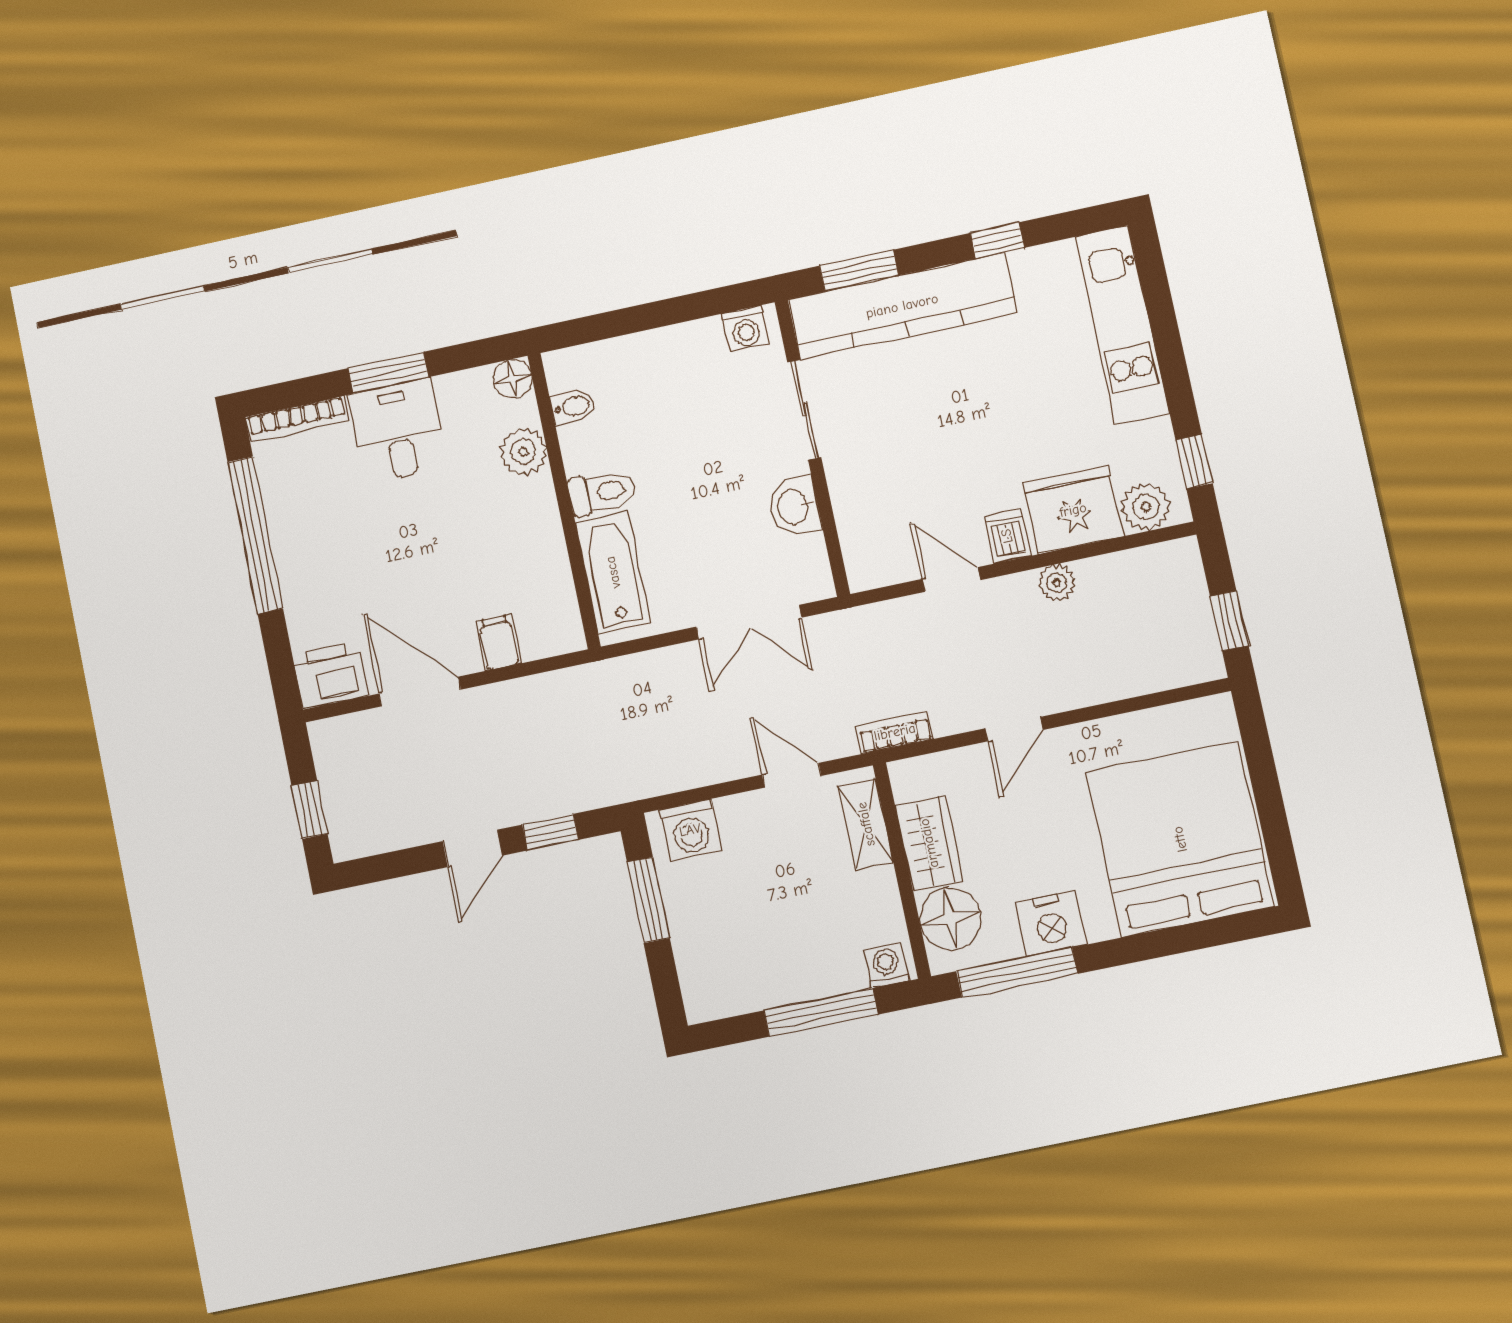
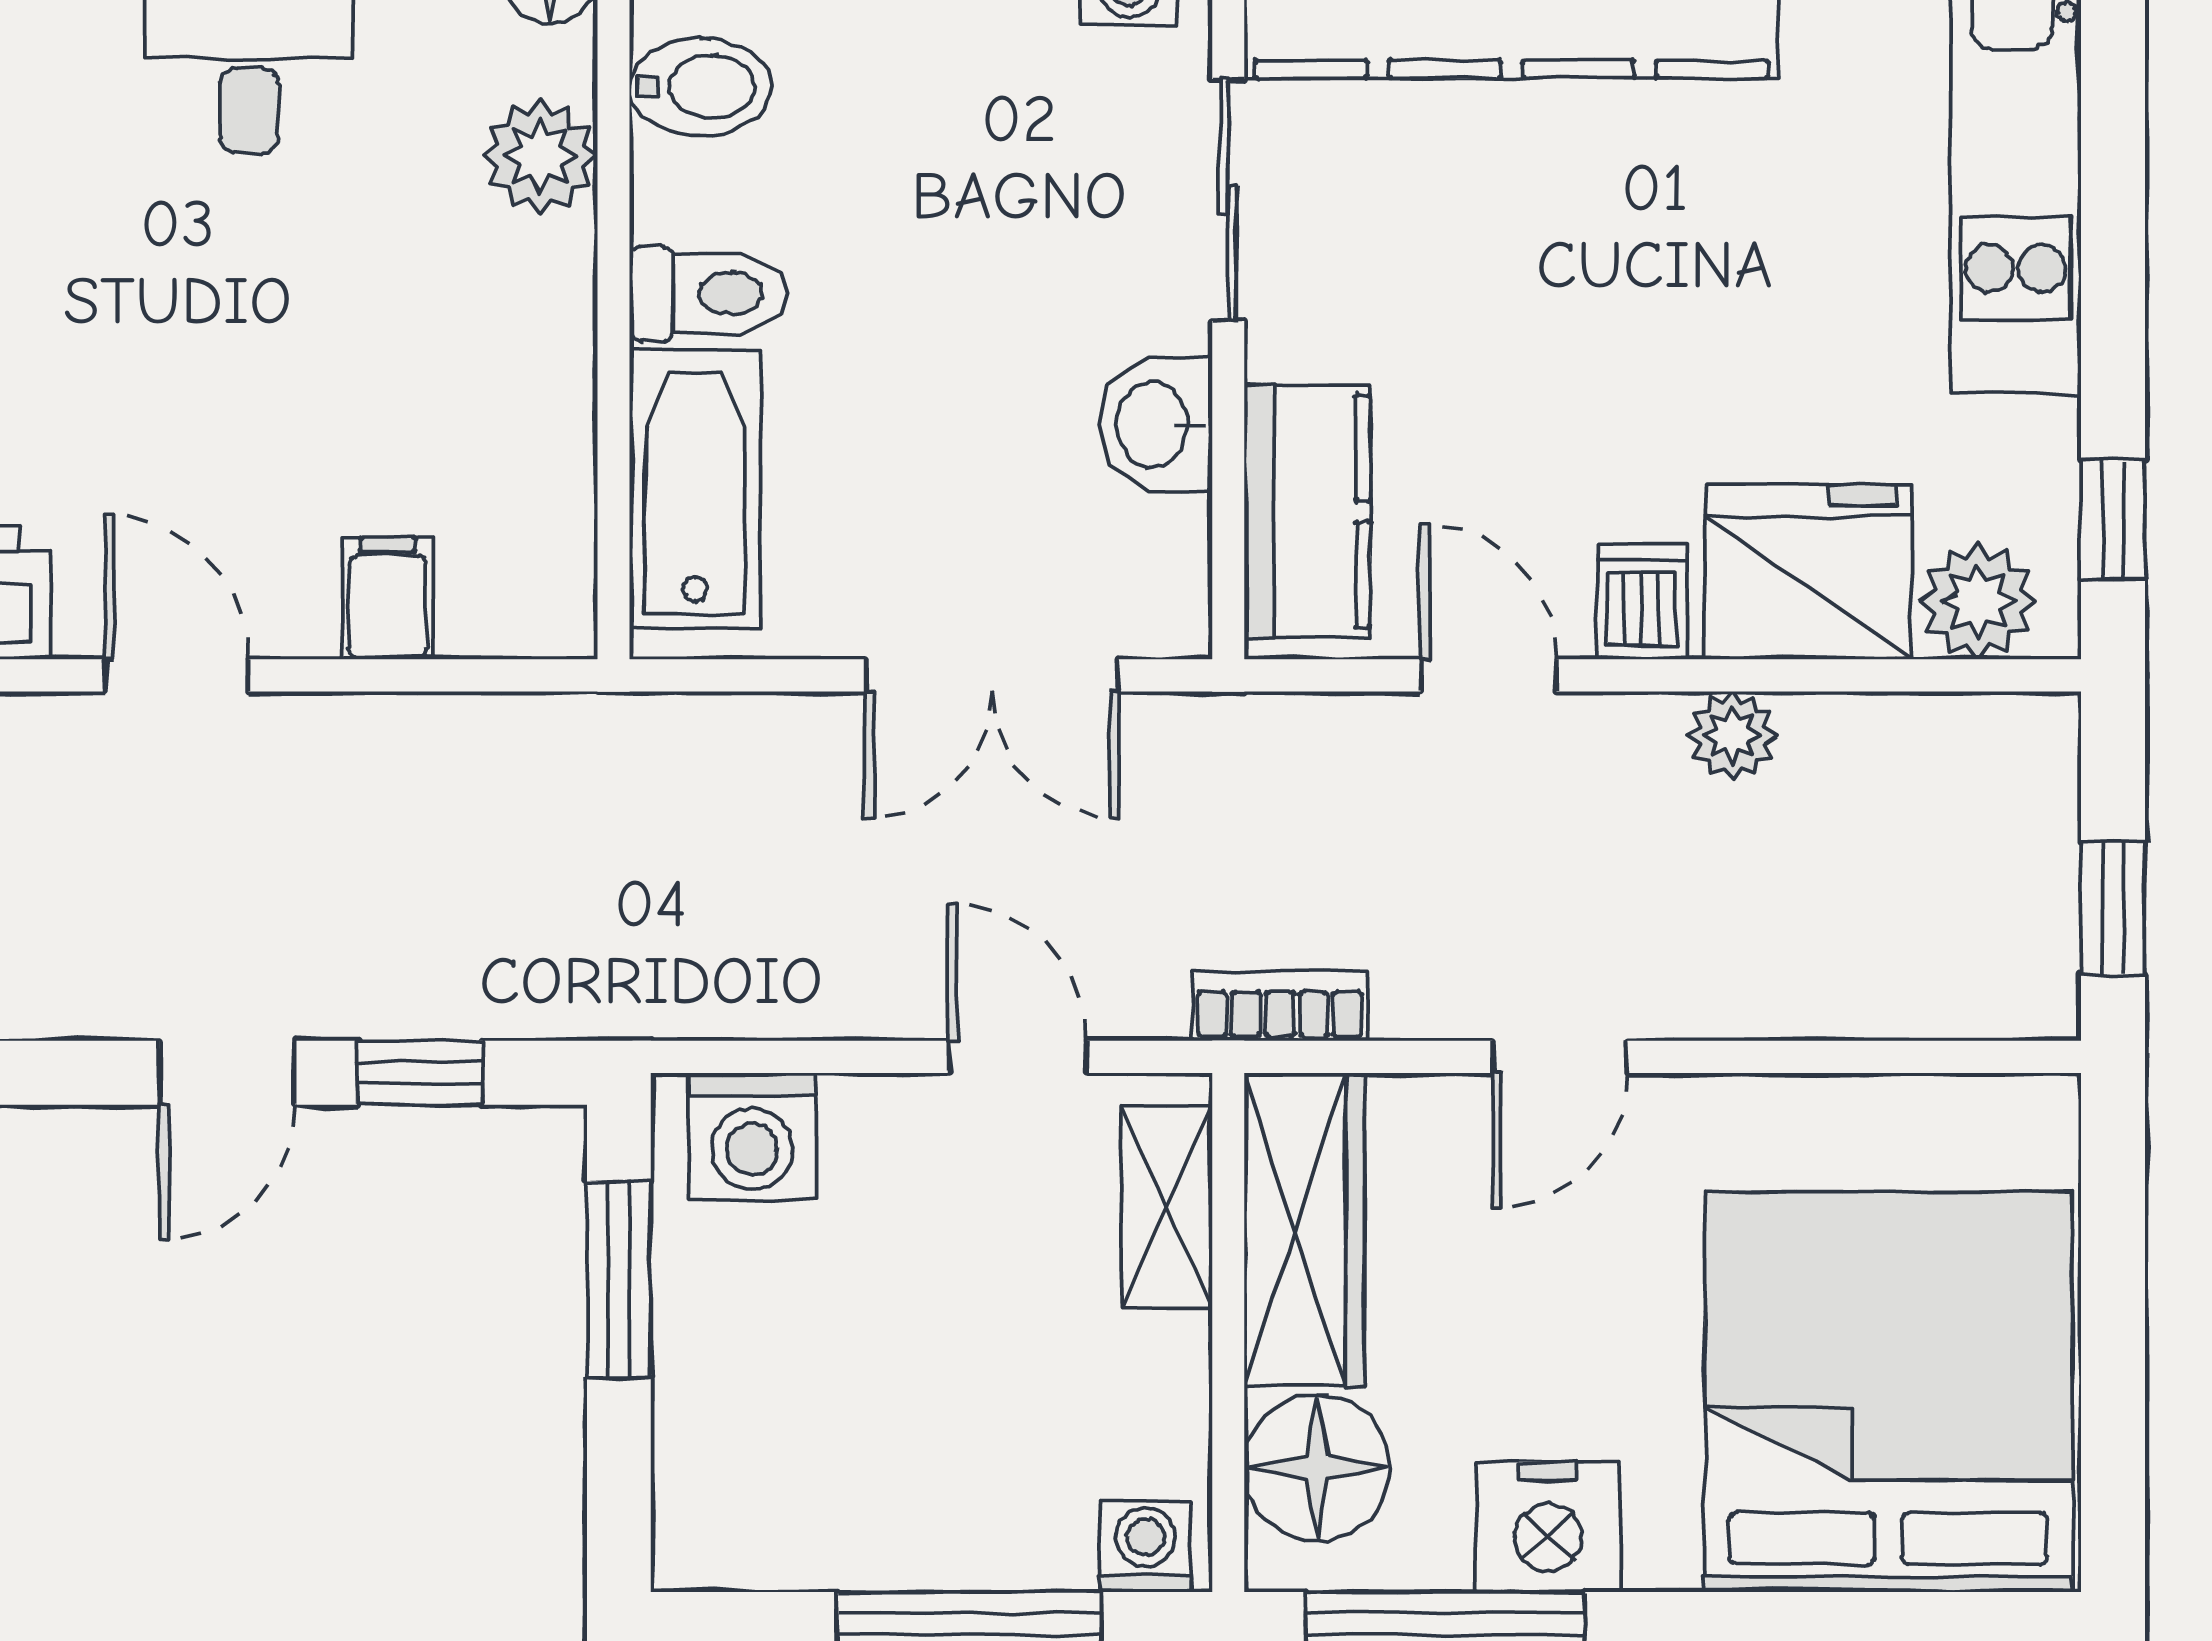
bidet: (573, 406) -> (700, 87), width x1.38, depth x1.36
kitchen counter: (863, 529) -> (1307, 511), added
door: (420, 692) -> (176, 675), width x0.73
wardrobe: (929, 843) -> (1304, 1230), width x1.50

